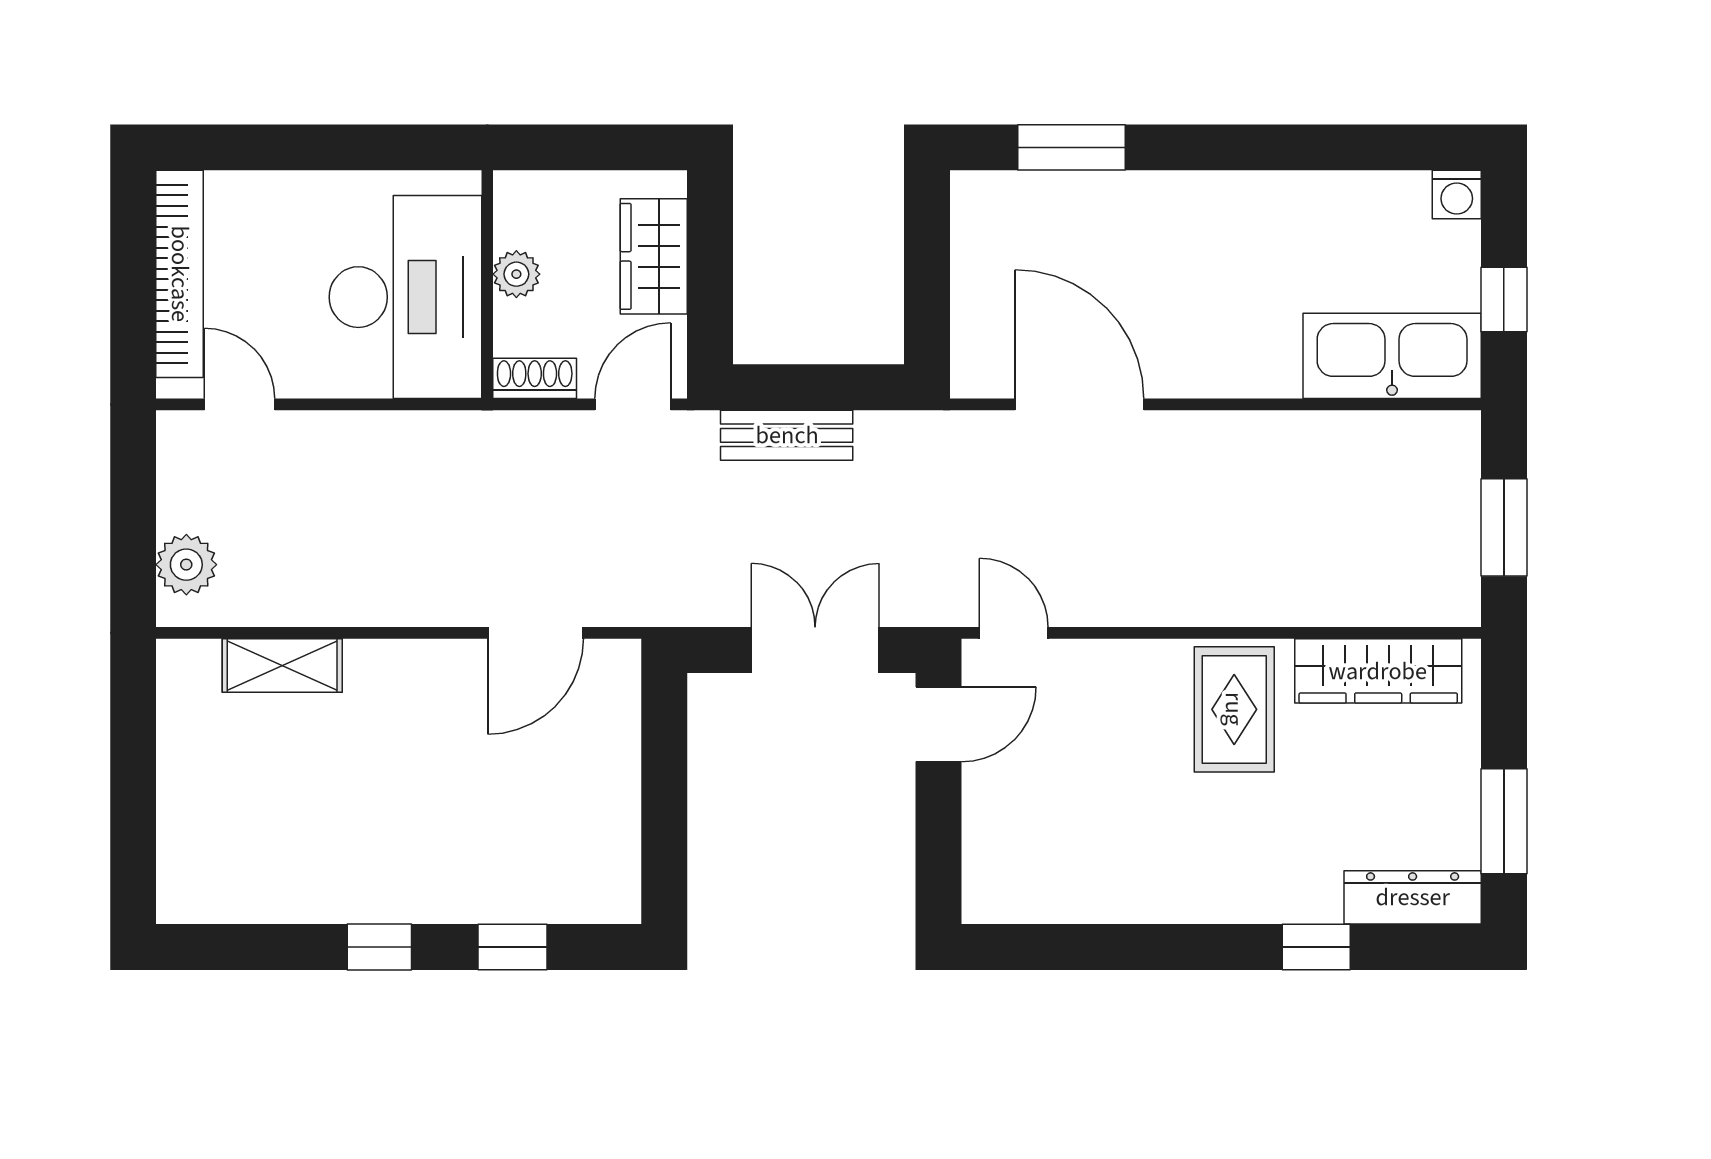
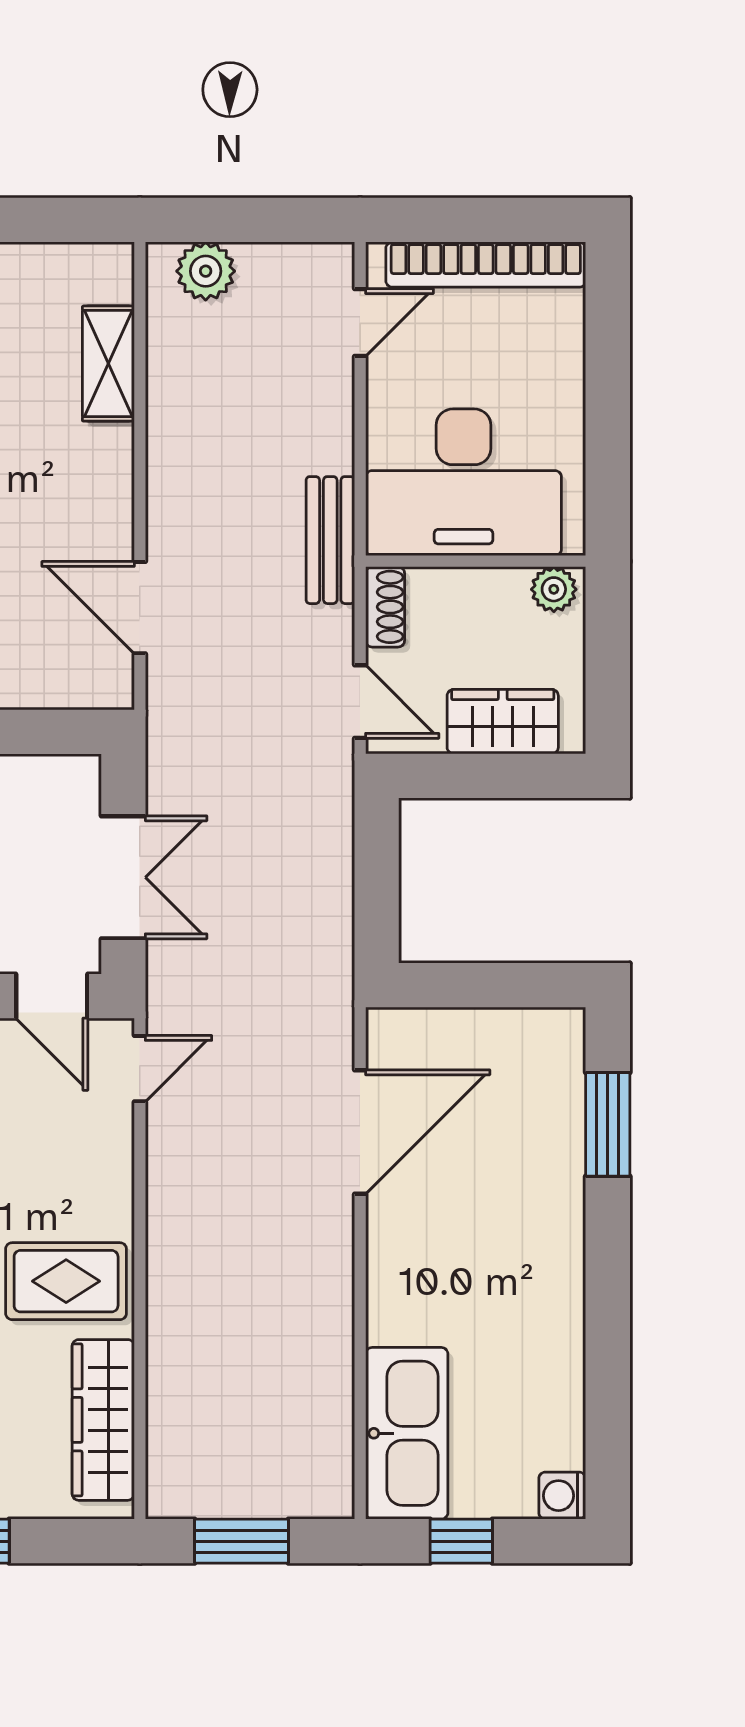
plant: (516, 274) -> (554, 589), moved
bench: (787, 435) -> (330, 540), moved

